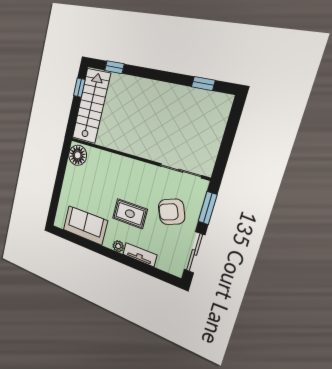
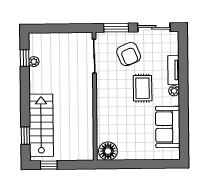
plant: (195, 94) -> (34, 62), added
stairs: (91, 106) -> (41, 125), moved, turned 90

